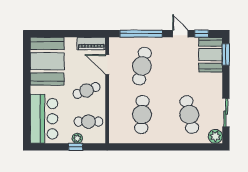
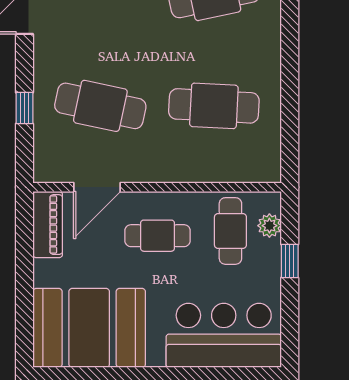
window: (141, 34) -> (24, 108), width x0.32
cafe table: (87, 90) -> (158, 236), turned -69
plant: (77, 138) -> (269, 226), moved

